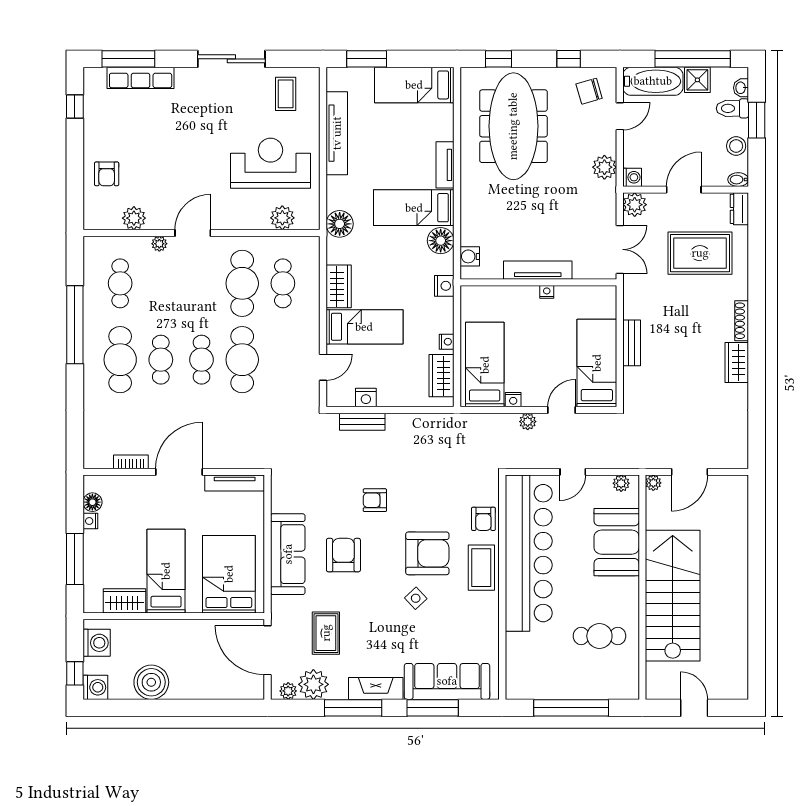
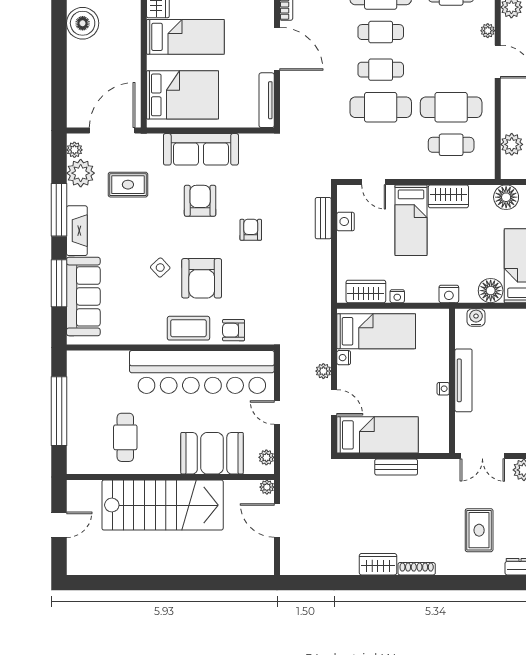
rug: (700, 253) -> (479, 530), width x0.73, depth x0.70
armchair: (343, 555) -> (200, 201), turned -90

